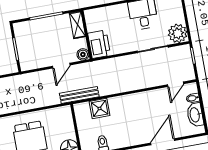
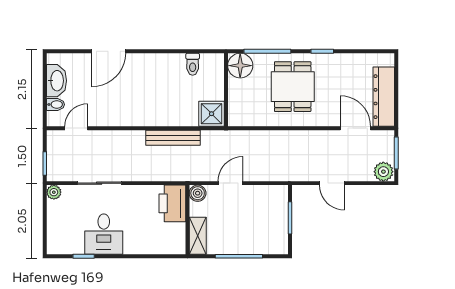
plant: (178, 33) -> (54, 192), width x0.53, depth x0.53
bench: (79, 95) -> (173, 138), moved
shower: (100, 108) -> (212, 114), moved

